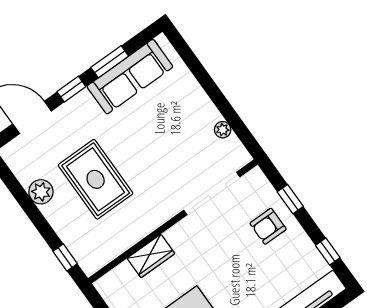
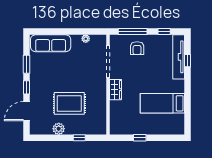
sofa: (130, 77) -> (51, 43), moved, turned 90
window: (290, 199) -> (133, 32), width x2.17
wardrobe: (151, 256) -> (115, 90), moved
window: (65, 257) -> (79, 138), moved

